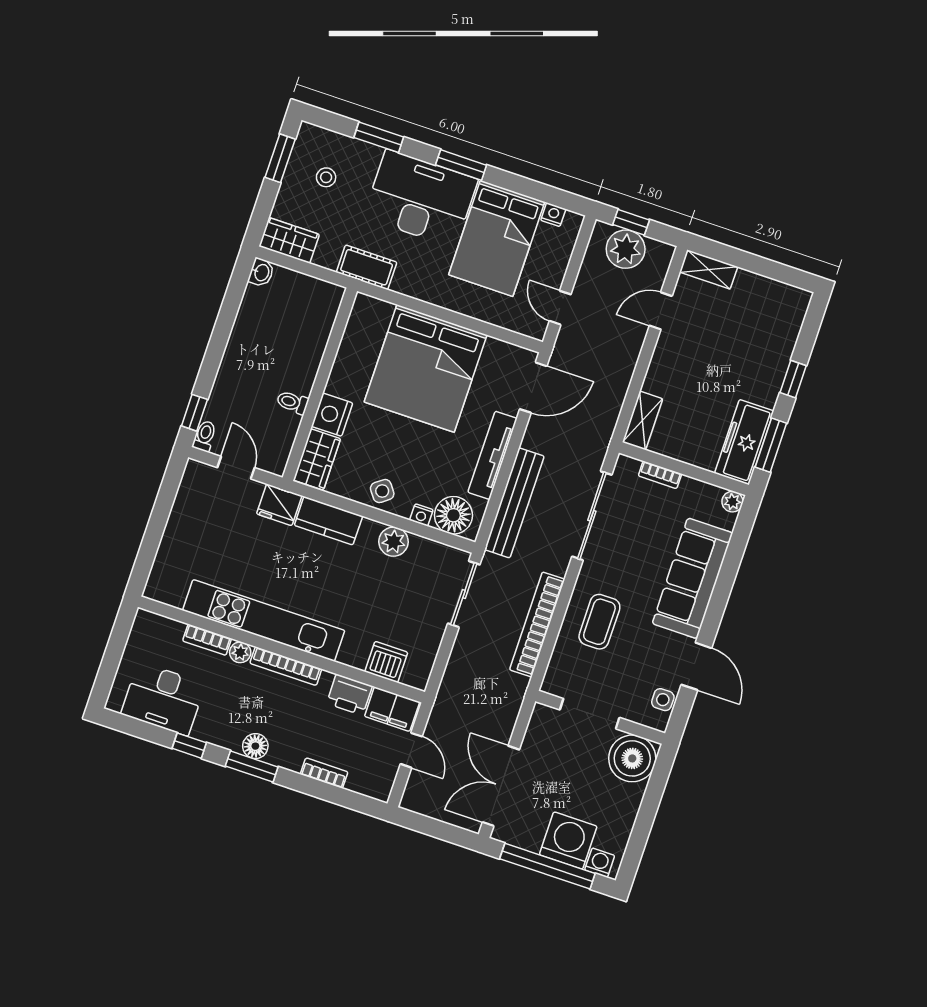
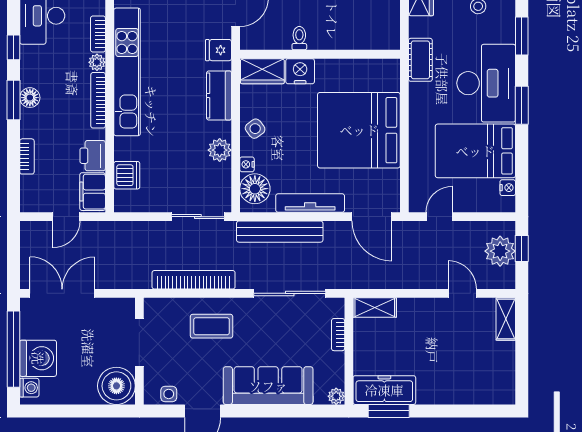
window: (793, 379) -> (444, 411), removed
fridge: (279, 505) -> (218, 50), width x0.72

